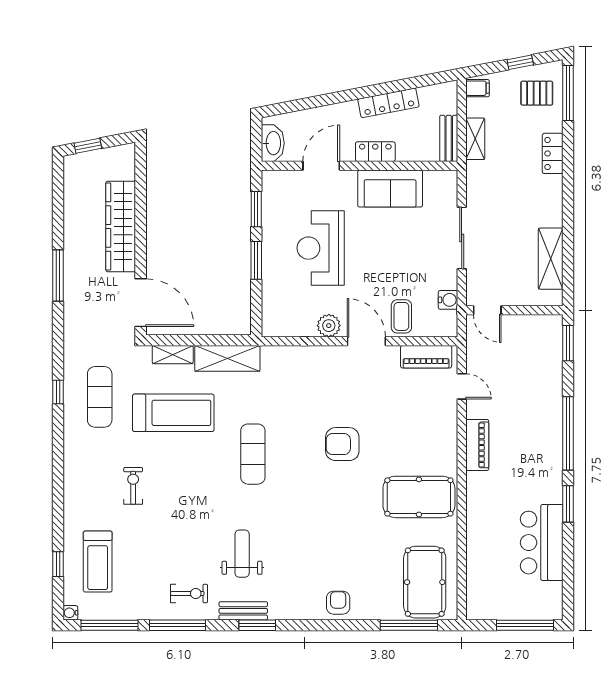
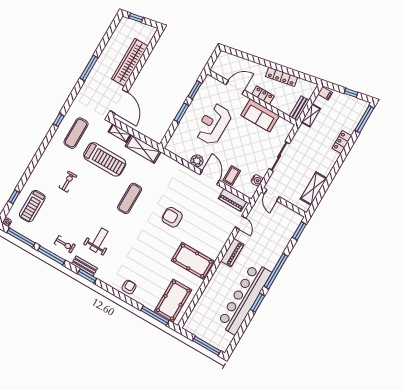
pallet: (537, 93) -> (350, 111), removed
washbasin: (273, 143) -> (219, 65), removed
bar counter: (542, 543) -> (244, 298), width x1.86

